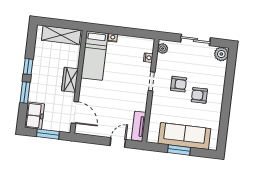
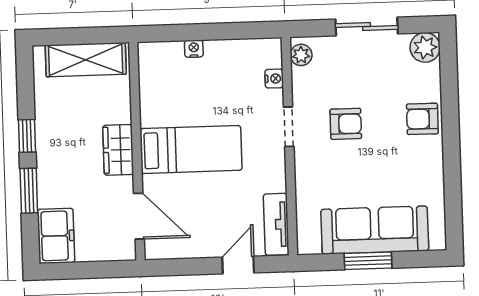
bed: (94, 56) -> (191, 149), moved, turned -90
armchair: (199, 95) -> (422, 119), moved
window: (48, 134) -> (90, 270), removed

